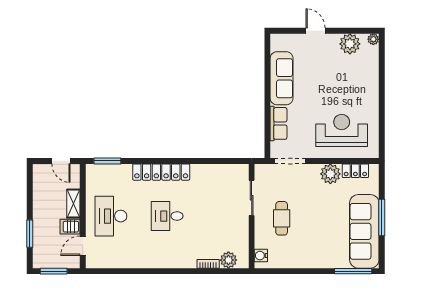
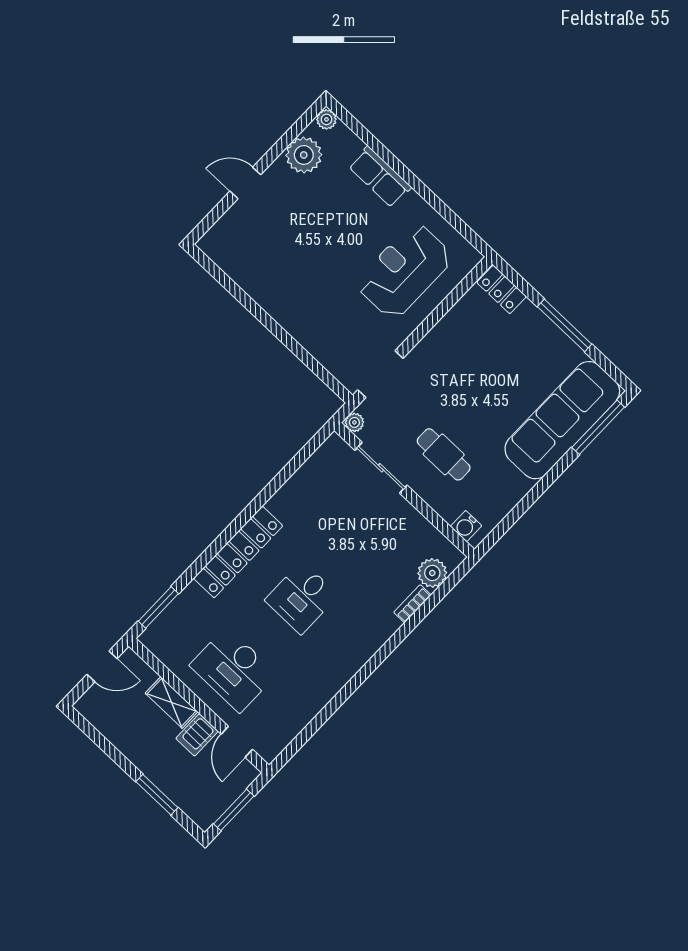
sofa: (282, 78) -> (265, 284), removed
row of seats: (279, 123) -> (380, 177), moved, turned 180
locker: (355, 171) -> (502, 289), moved, turned 90
plant: (330, 174) -> (354, 422), moved, width x0.53, depth x0.53
sofa: (364, 231) -> (562, 420), moved, turned 90

